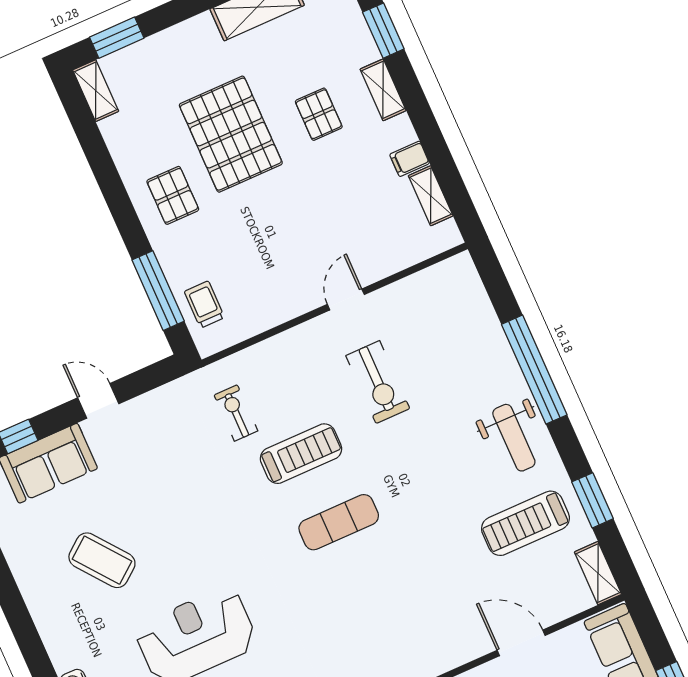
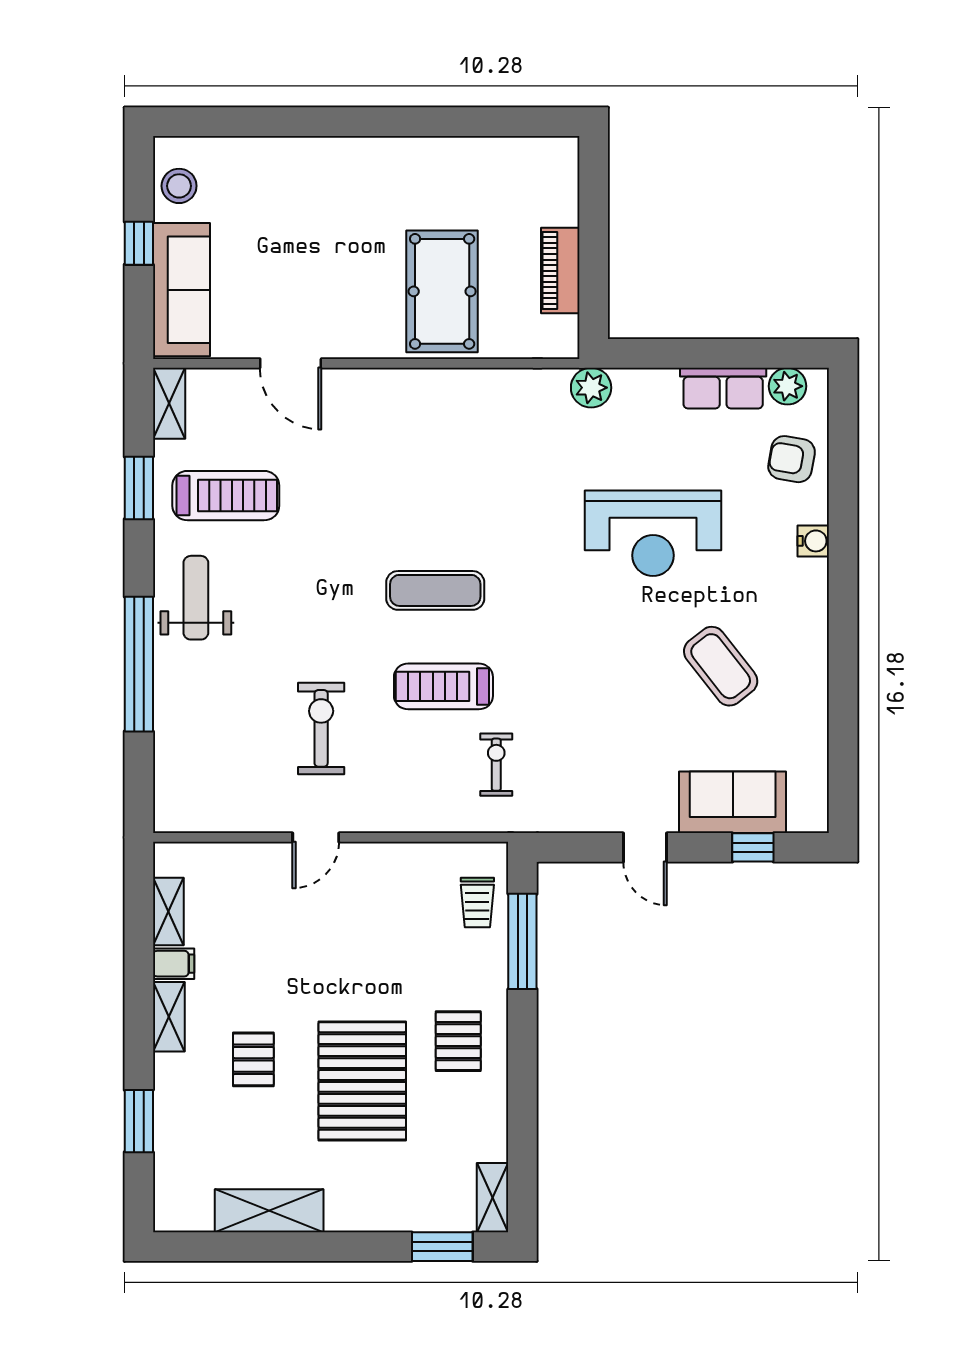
shelving: (383, 90) -> (169, 1017), moved
exercise bike: (236, 413) -> (496, 765), turned 180

